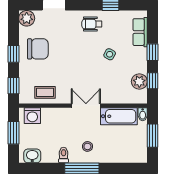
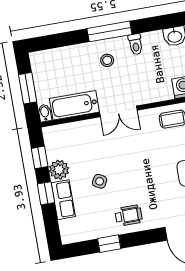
row of seats: (140, 32) -> (63, 200), moved
plant: (139, 82) -> (59, 170), moved

